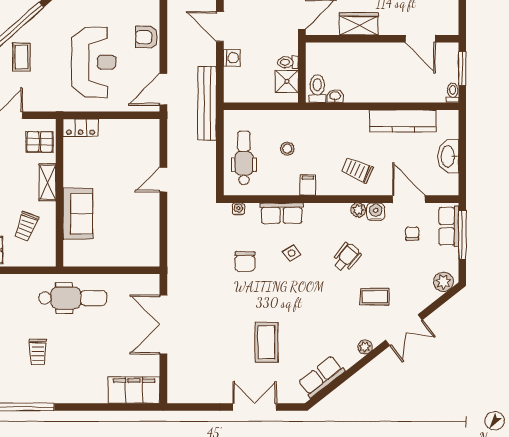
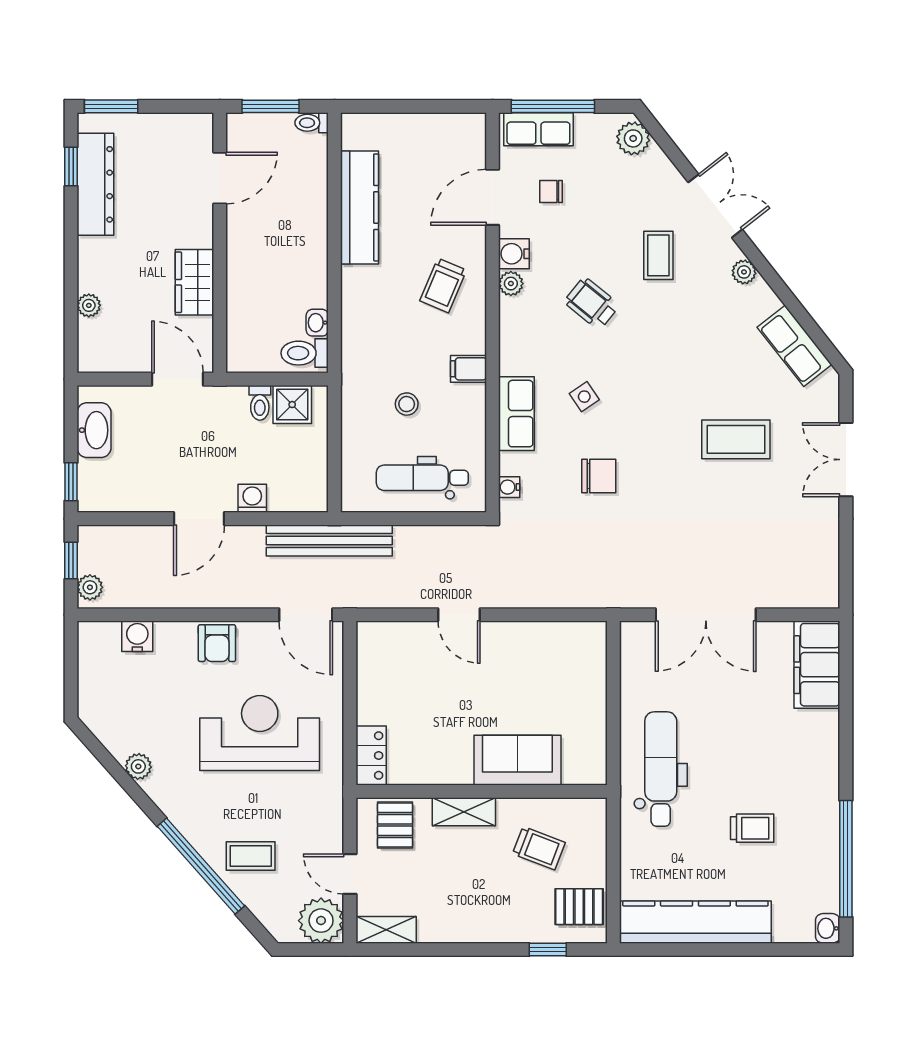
washbasin: (448, 156) -> (420, 130), removed

